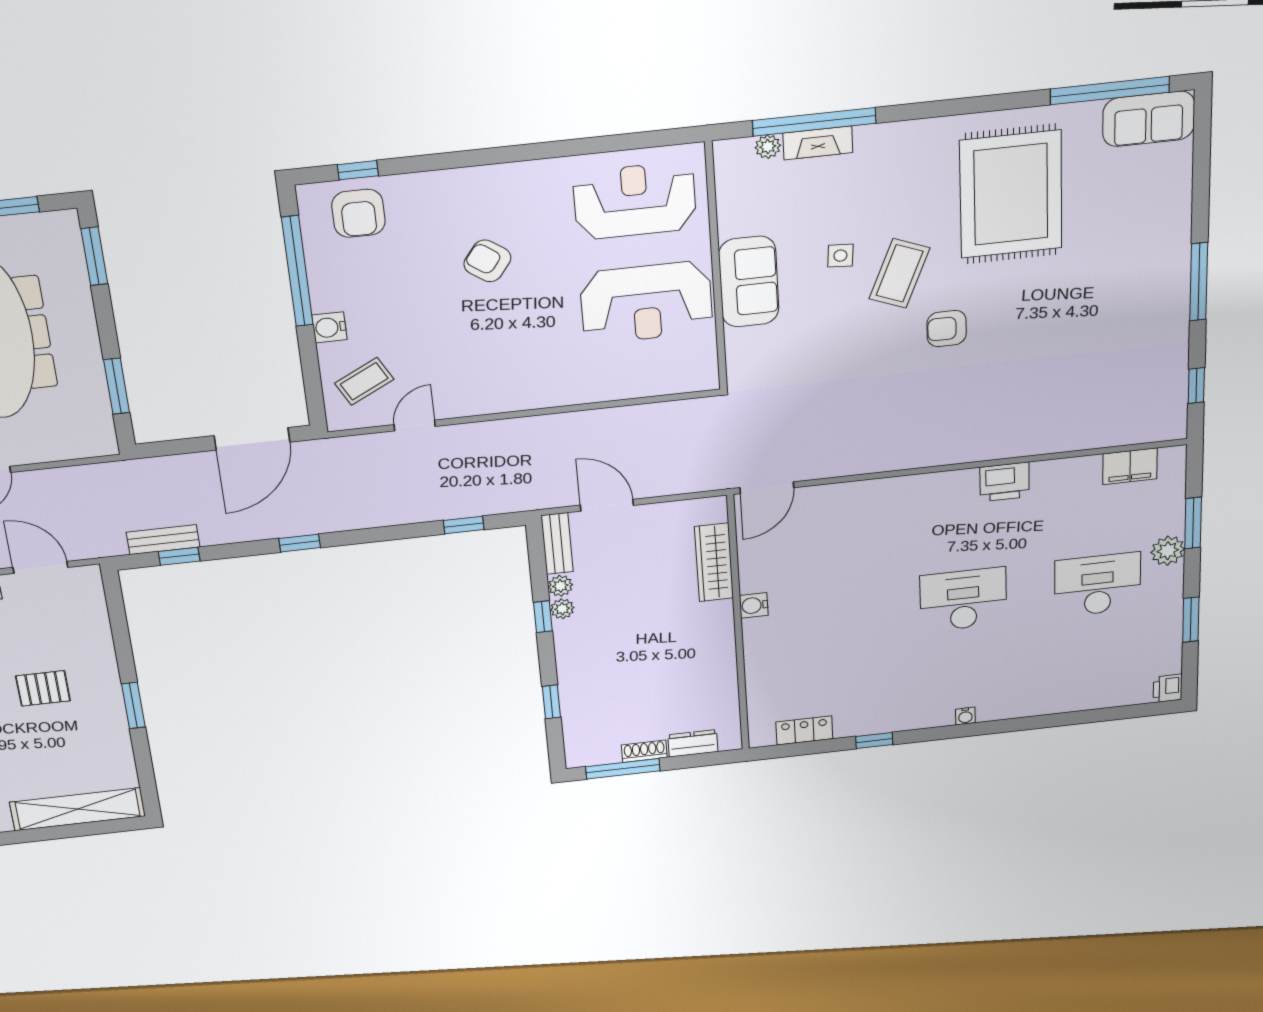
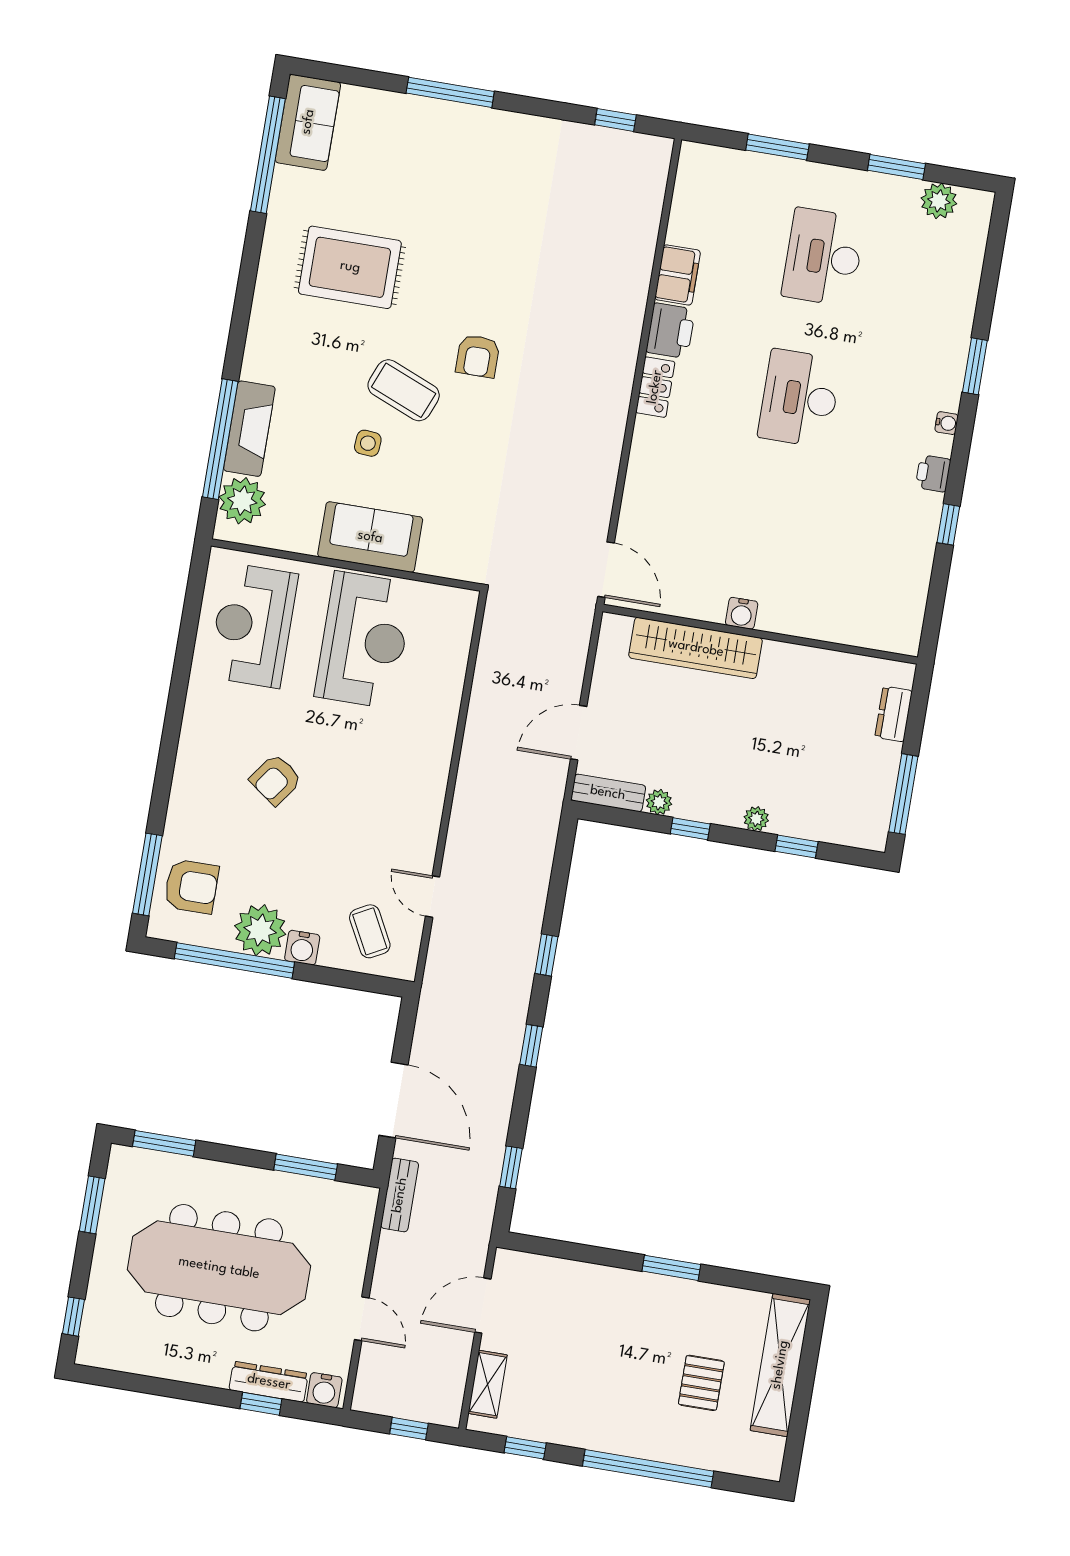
fireplace: (818, 143) -> (249, 429), width x1.37, depth x1.32
plant: (768, 147) -> (242, 501), width x1.88, depth x1.88
window: (358, 170) -> (147, 874), width x2.17
rug: (1011, 194) -> (350, 267), width x0.73, depth x0.69
window: (1199, 282) -> (450, 92), moved
plant: (335, 286) -> (260, 930), added
door: (252, 439) -> (393, 1100), moved
filing cabinet: (1130, 466) -> (678, 275), moved
window: (464, 525) -> (546, 955), moved
bench: (163, 540) -> (400, 1195), moved
plant: (1168, 551) -> (939, 201), moved
wardrobe: (714, 562) -> (696, 648), width x1.40, depth x1.17
plant: (562, 609) -> (756, 819), moved
pallet: (43, 688) -> (701, 1383), moved
printer: (1168, 688) -> (933, 473), moved, turned 90
window: (1021, 724) -> (975, 366), added
locker: (804, 730) -> (655, 387), moved, turned 180
shoe rack: (644, 751) -> (888, 766), removed

